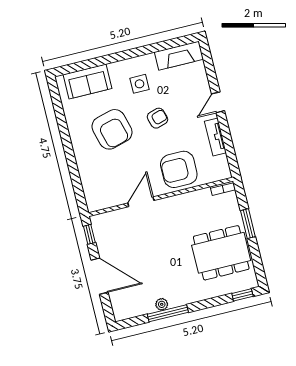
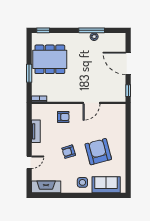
side table: (140, 84) -> (82, 182), moved
door: (218, 102) -> (29, 162), moved
armchair: (179, 169) -> (63, 117), width x0.53, depth x0.53

